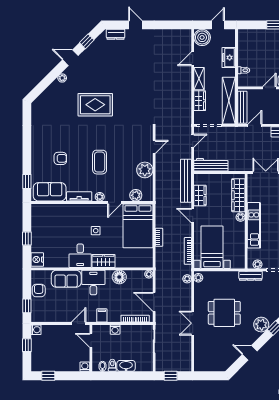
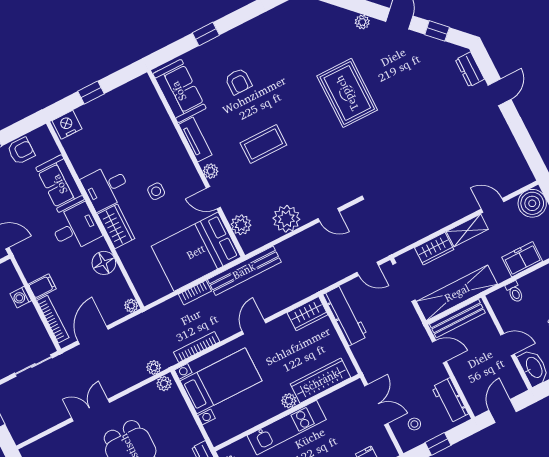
bench: (186, 181) -> (244, 271), moved
window: (27, 182) -> (206, 34), moved
wardrobe: (200, 195) -> (307, 314), moved
filing cabinet: (102, 315) -> (42, 286), moved

